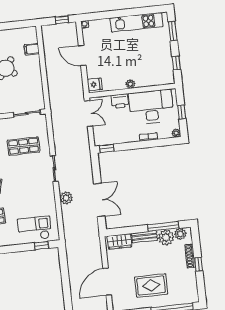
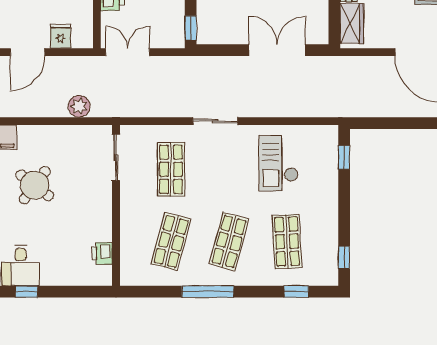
fridge: (95, 84) -> (61, 36), moved
plant: (66, 198) -> (79, 106), moved
checkout: (35, 229) -> (279, 163), moved

